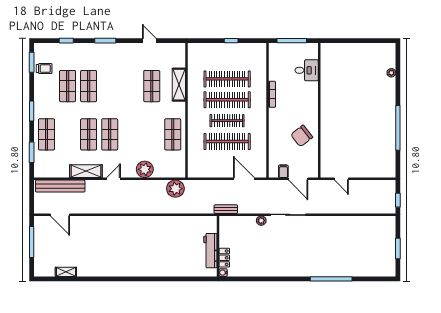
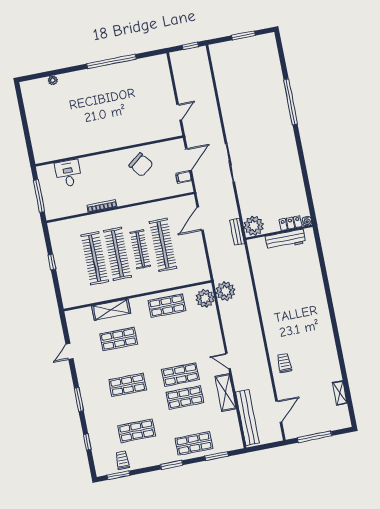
shop shelf: (89, 86) -> (128, 385), moved
plant: (145, 169) -> (205, 298), moved
plant: (261, 221) -> (254, 226), moved, width x1.88, depth x1.88
trolley: (102, 228) -> (284, 363), added

